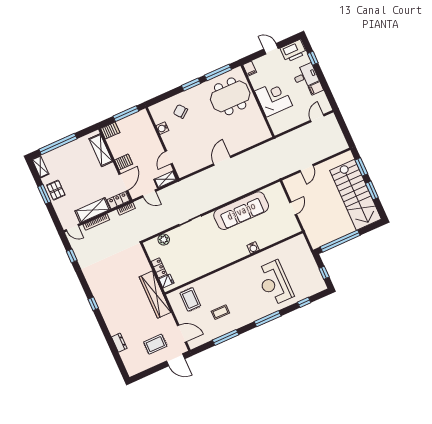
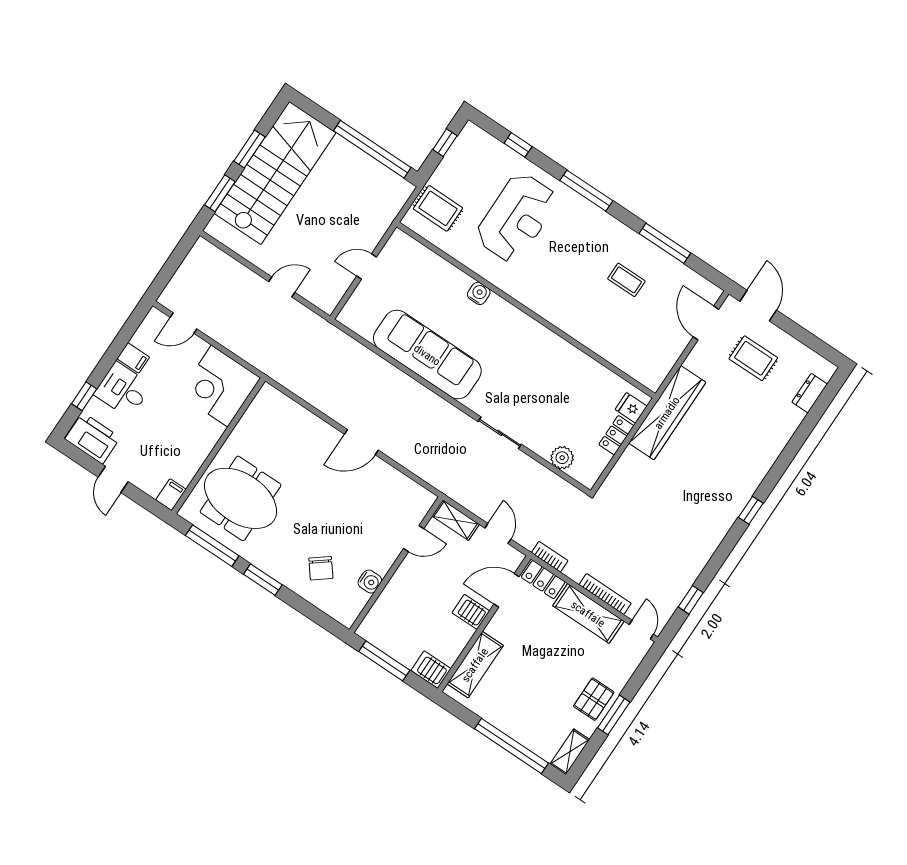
corner desk: (274, 98) -> (220, 386), moved
rug: (190, 299) -> (438, 208), moved, turned 90
dresser: (119, 343) -> (810, 393), moved

